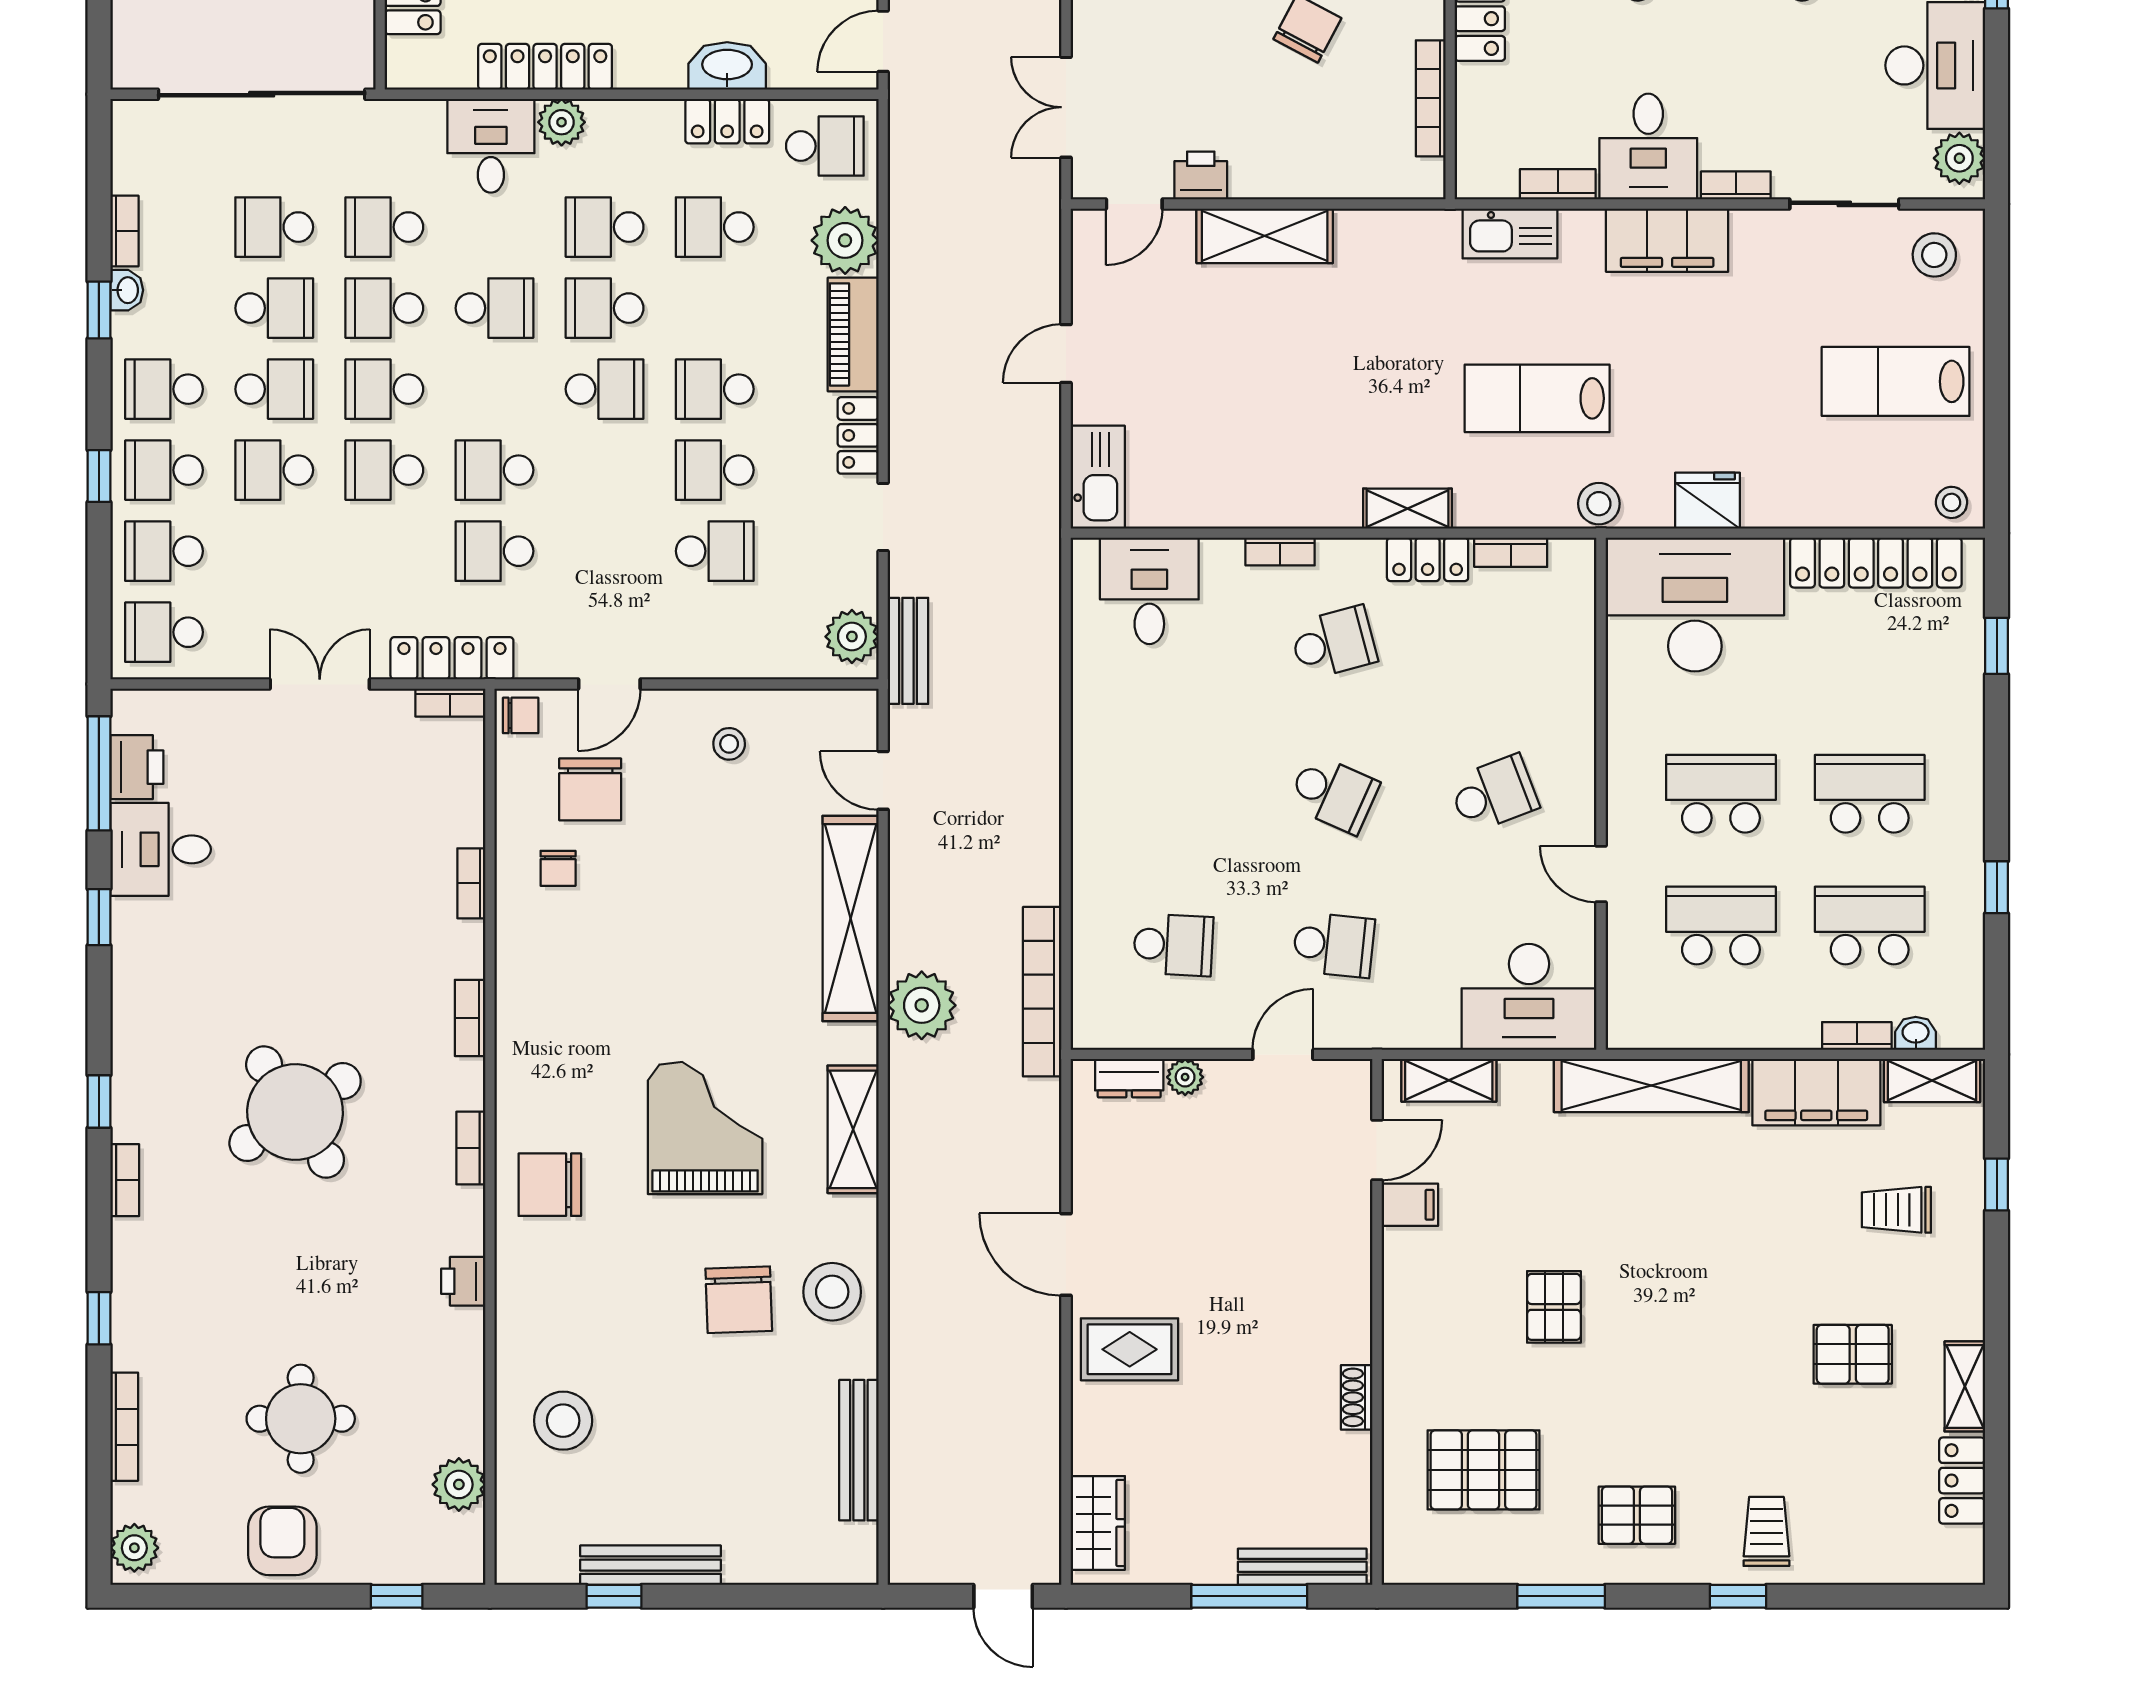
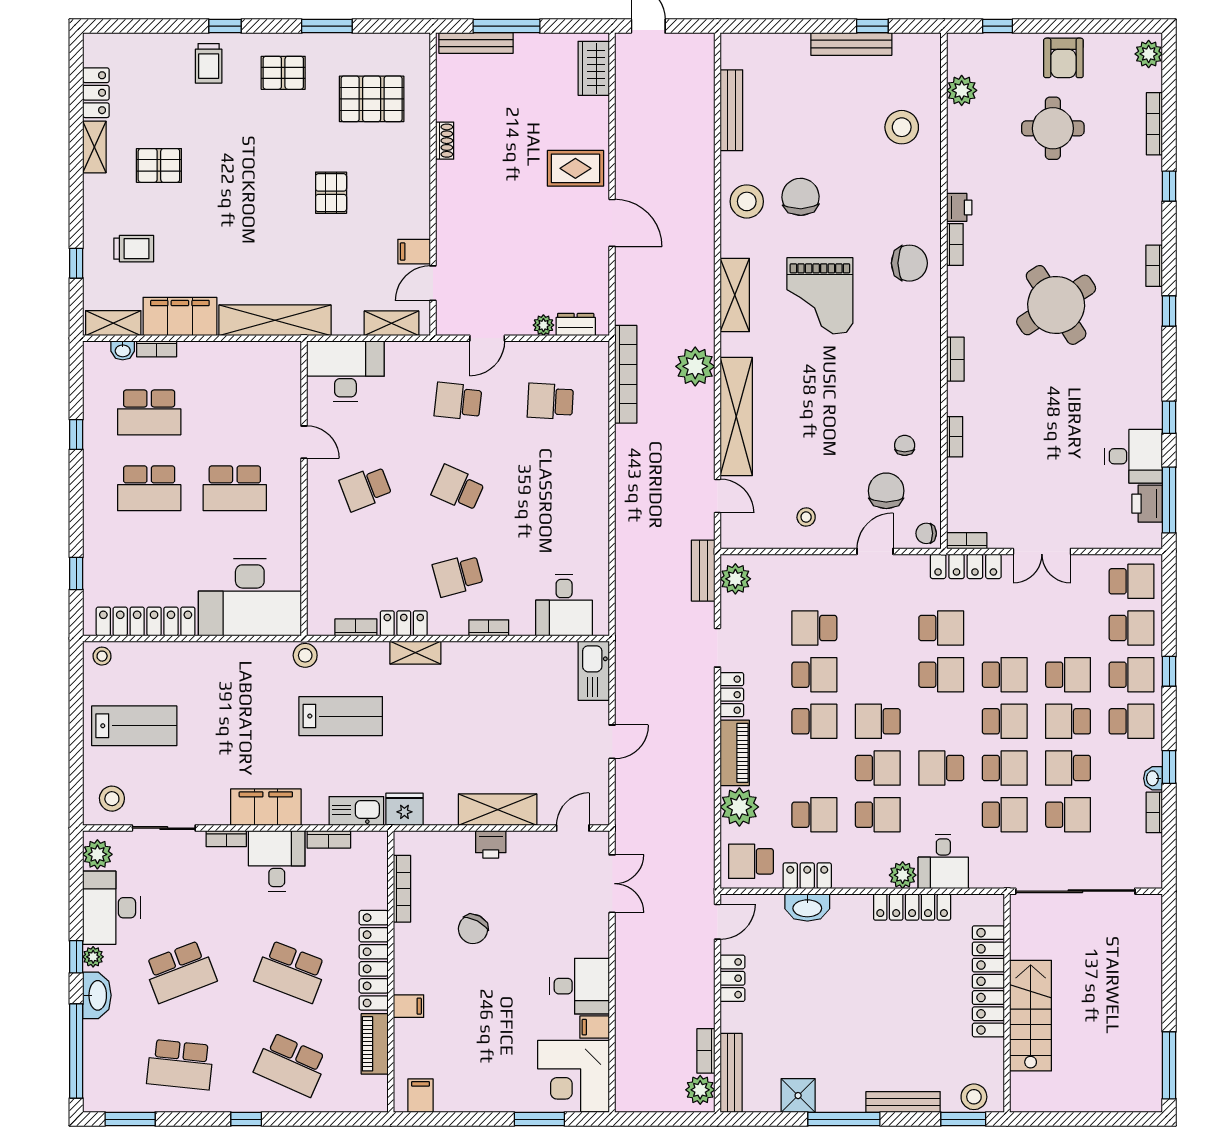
printer: (1201, 175) -> (491, 844), moved
fridge: (1708, 501) -> (404, 809), moved, turned 180
school desk: (1721, 926) -> (235, 412), removed
bookcase: (471, 1148) -> (955, 245), moved

